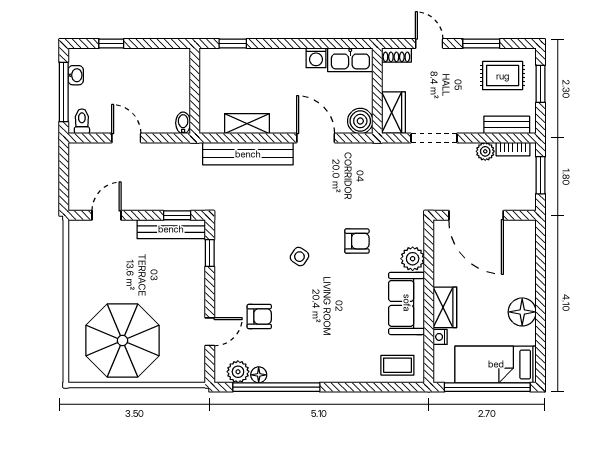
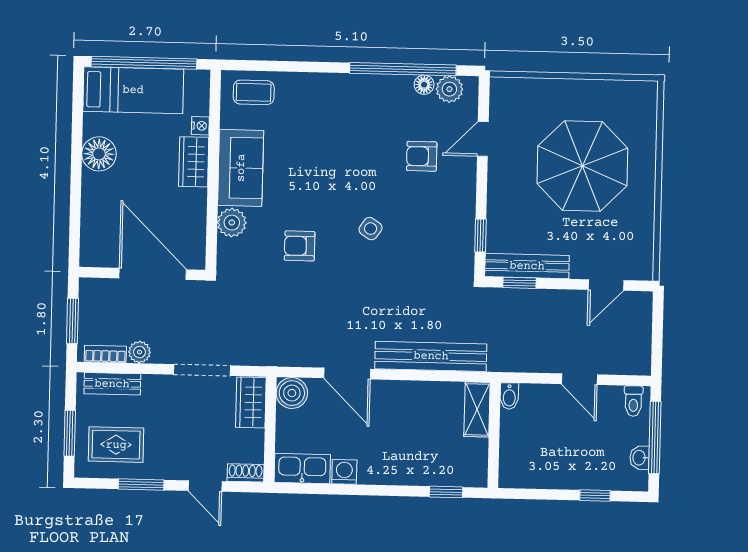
shelving: (247, 124) -> (477, 409), moved, turned 90
parasol: (122, 341) -> (582, 166), moved

